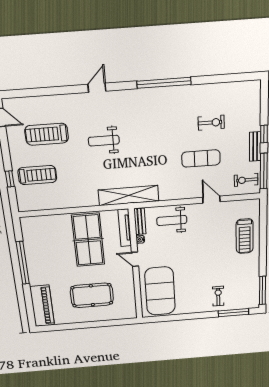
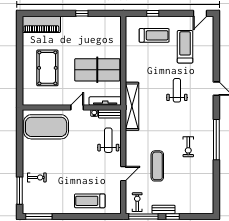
exercise bike: (211, 123) -> (188, 147), moved
treadmill: (37, 175) -> (154, 35), turned -90
window: (23, 263) -> (82, 13), width x0.32

